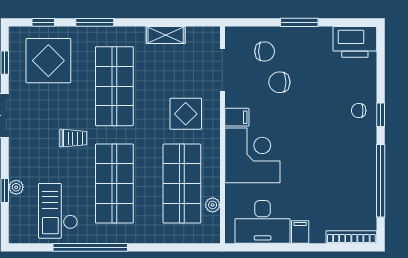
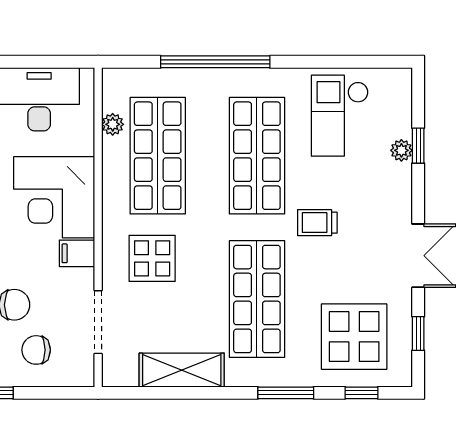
shelving: (166, 35) -> (182, 370), width x1.50, depth x1.33
checkout: (58, 211) -> (340, 116), turned 180
window: (90, 247) -> (215, 62), moved

